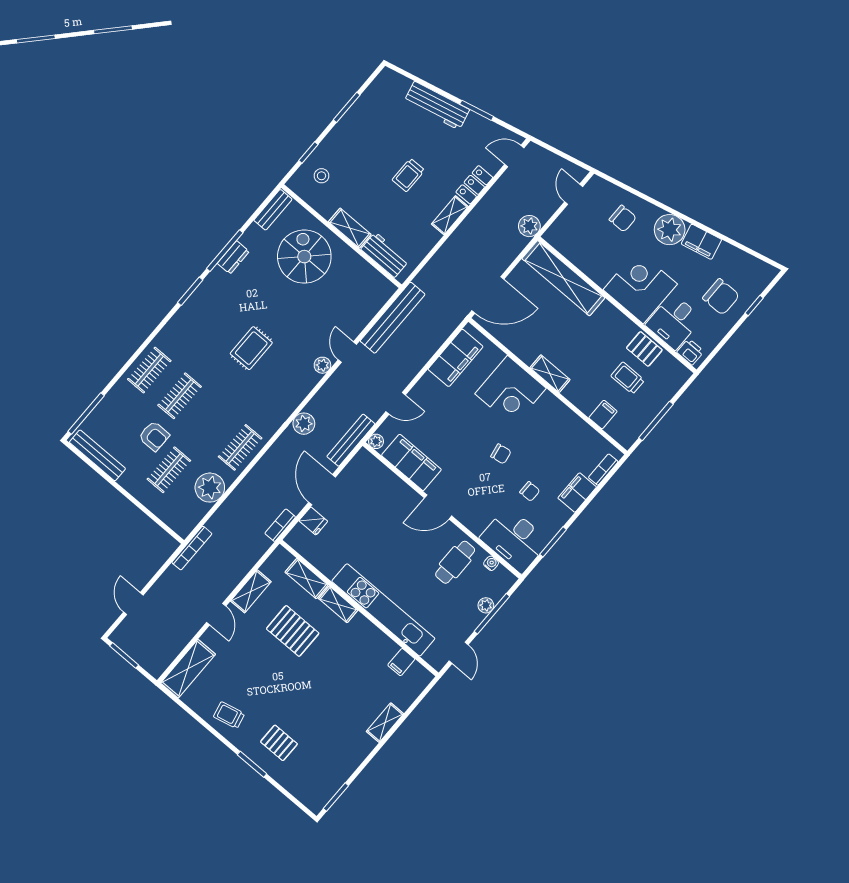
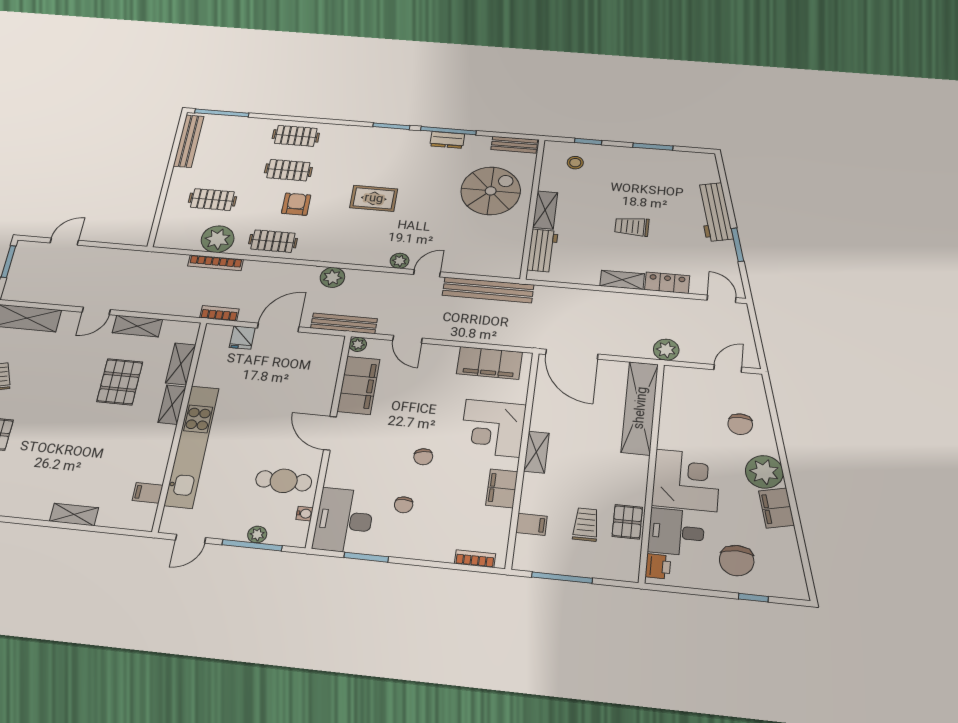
armchair: (154, 436) -> (296, 204), moved, turned 180
filing cabinet: (577, 493) -> (502, 488), moved, turned -90
bookcase: (192, 548) -> (216, 263), moved

